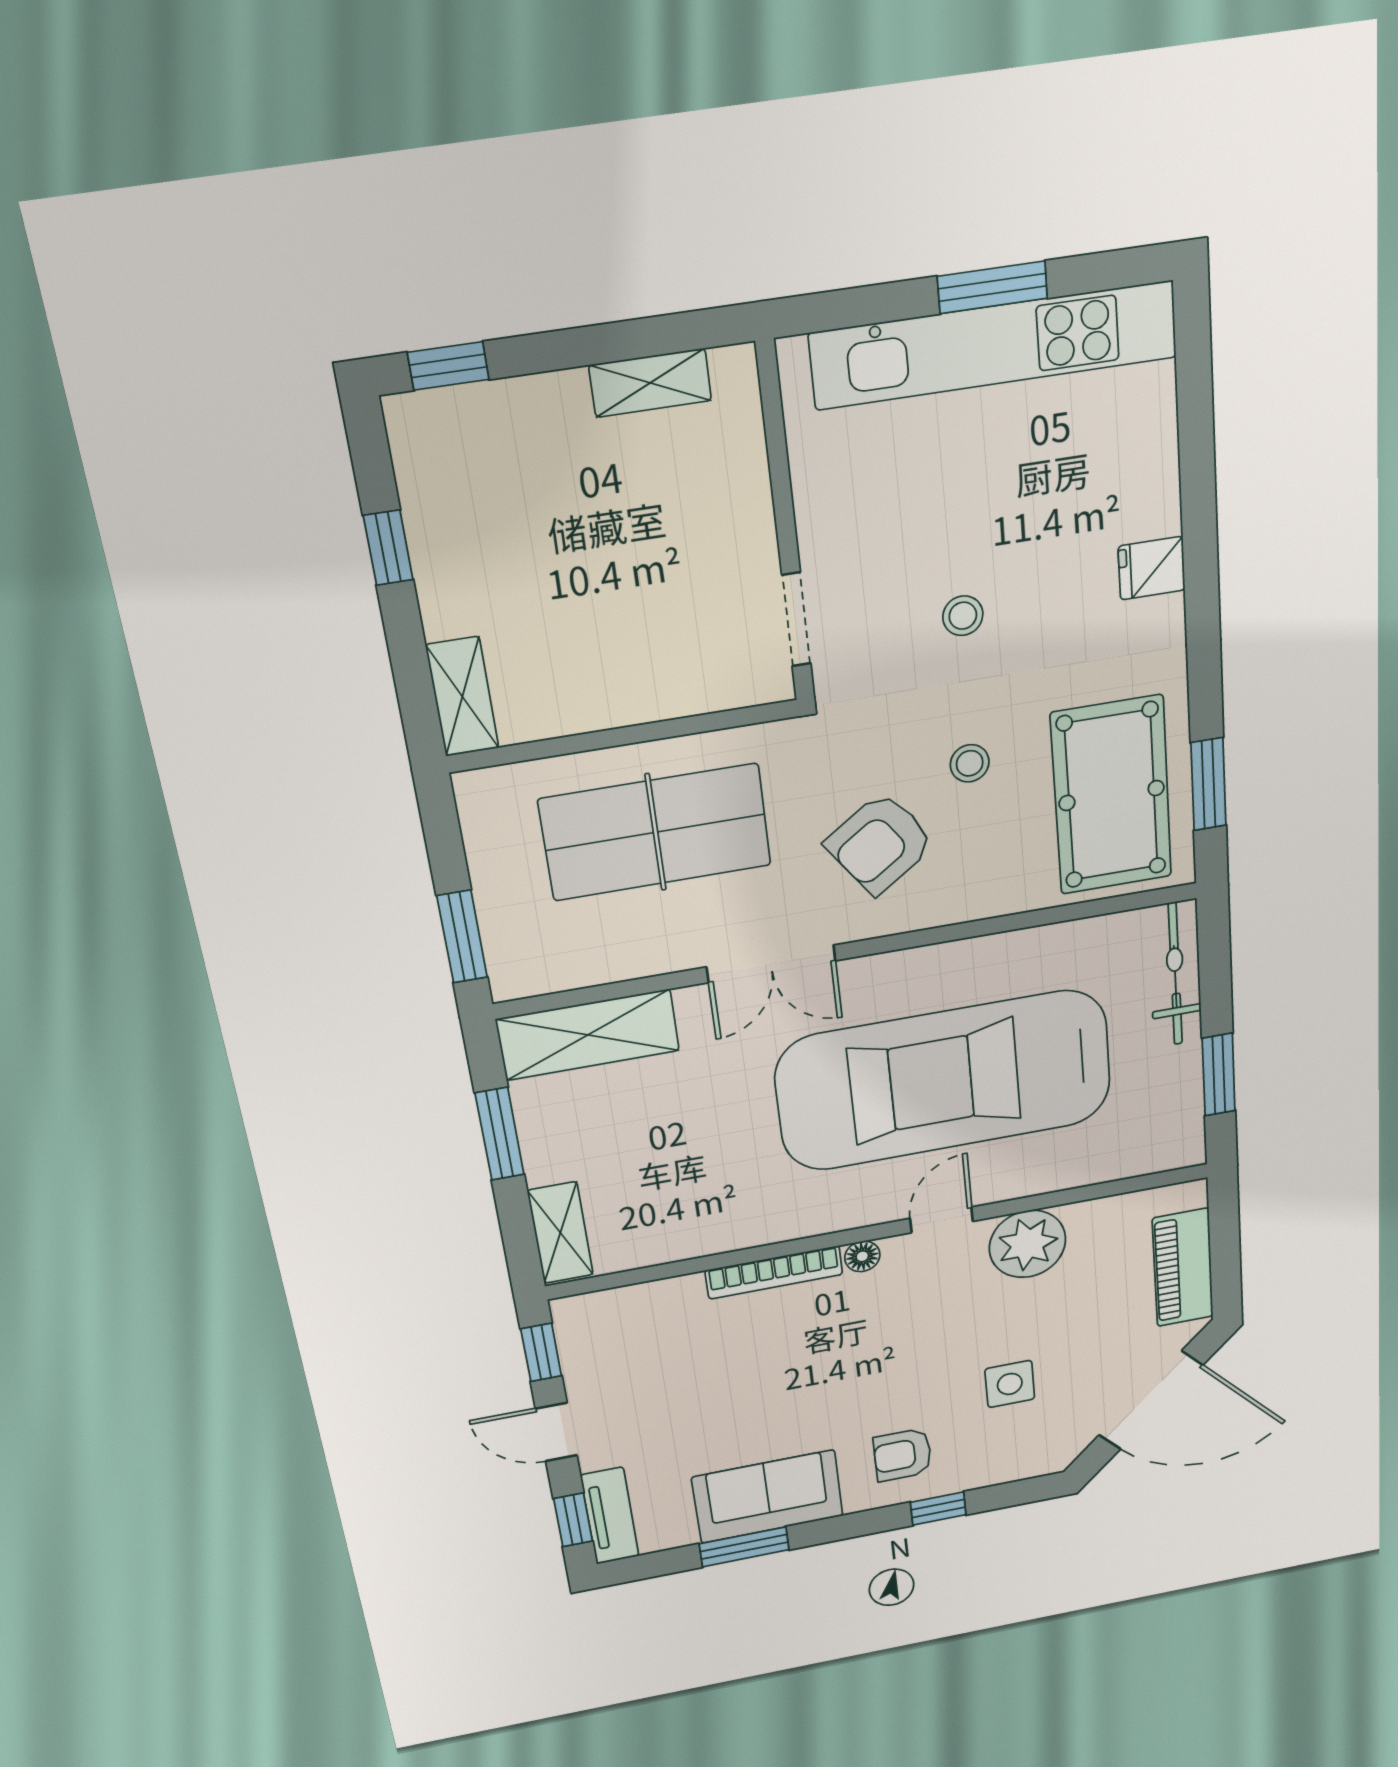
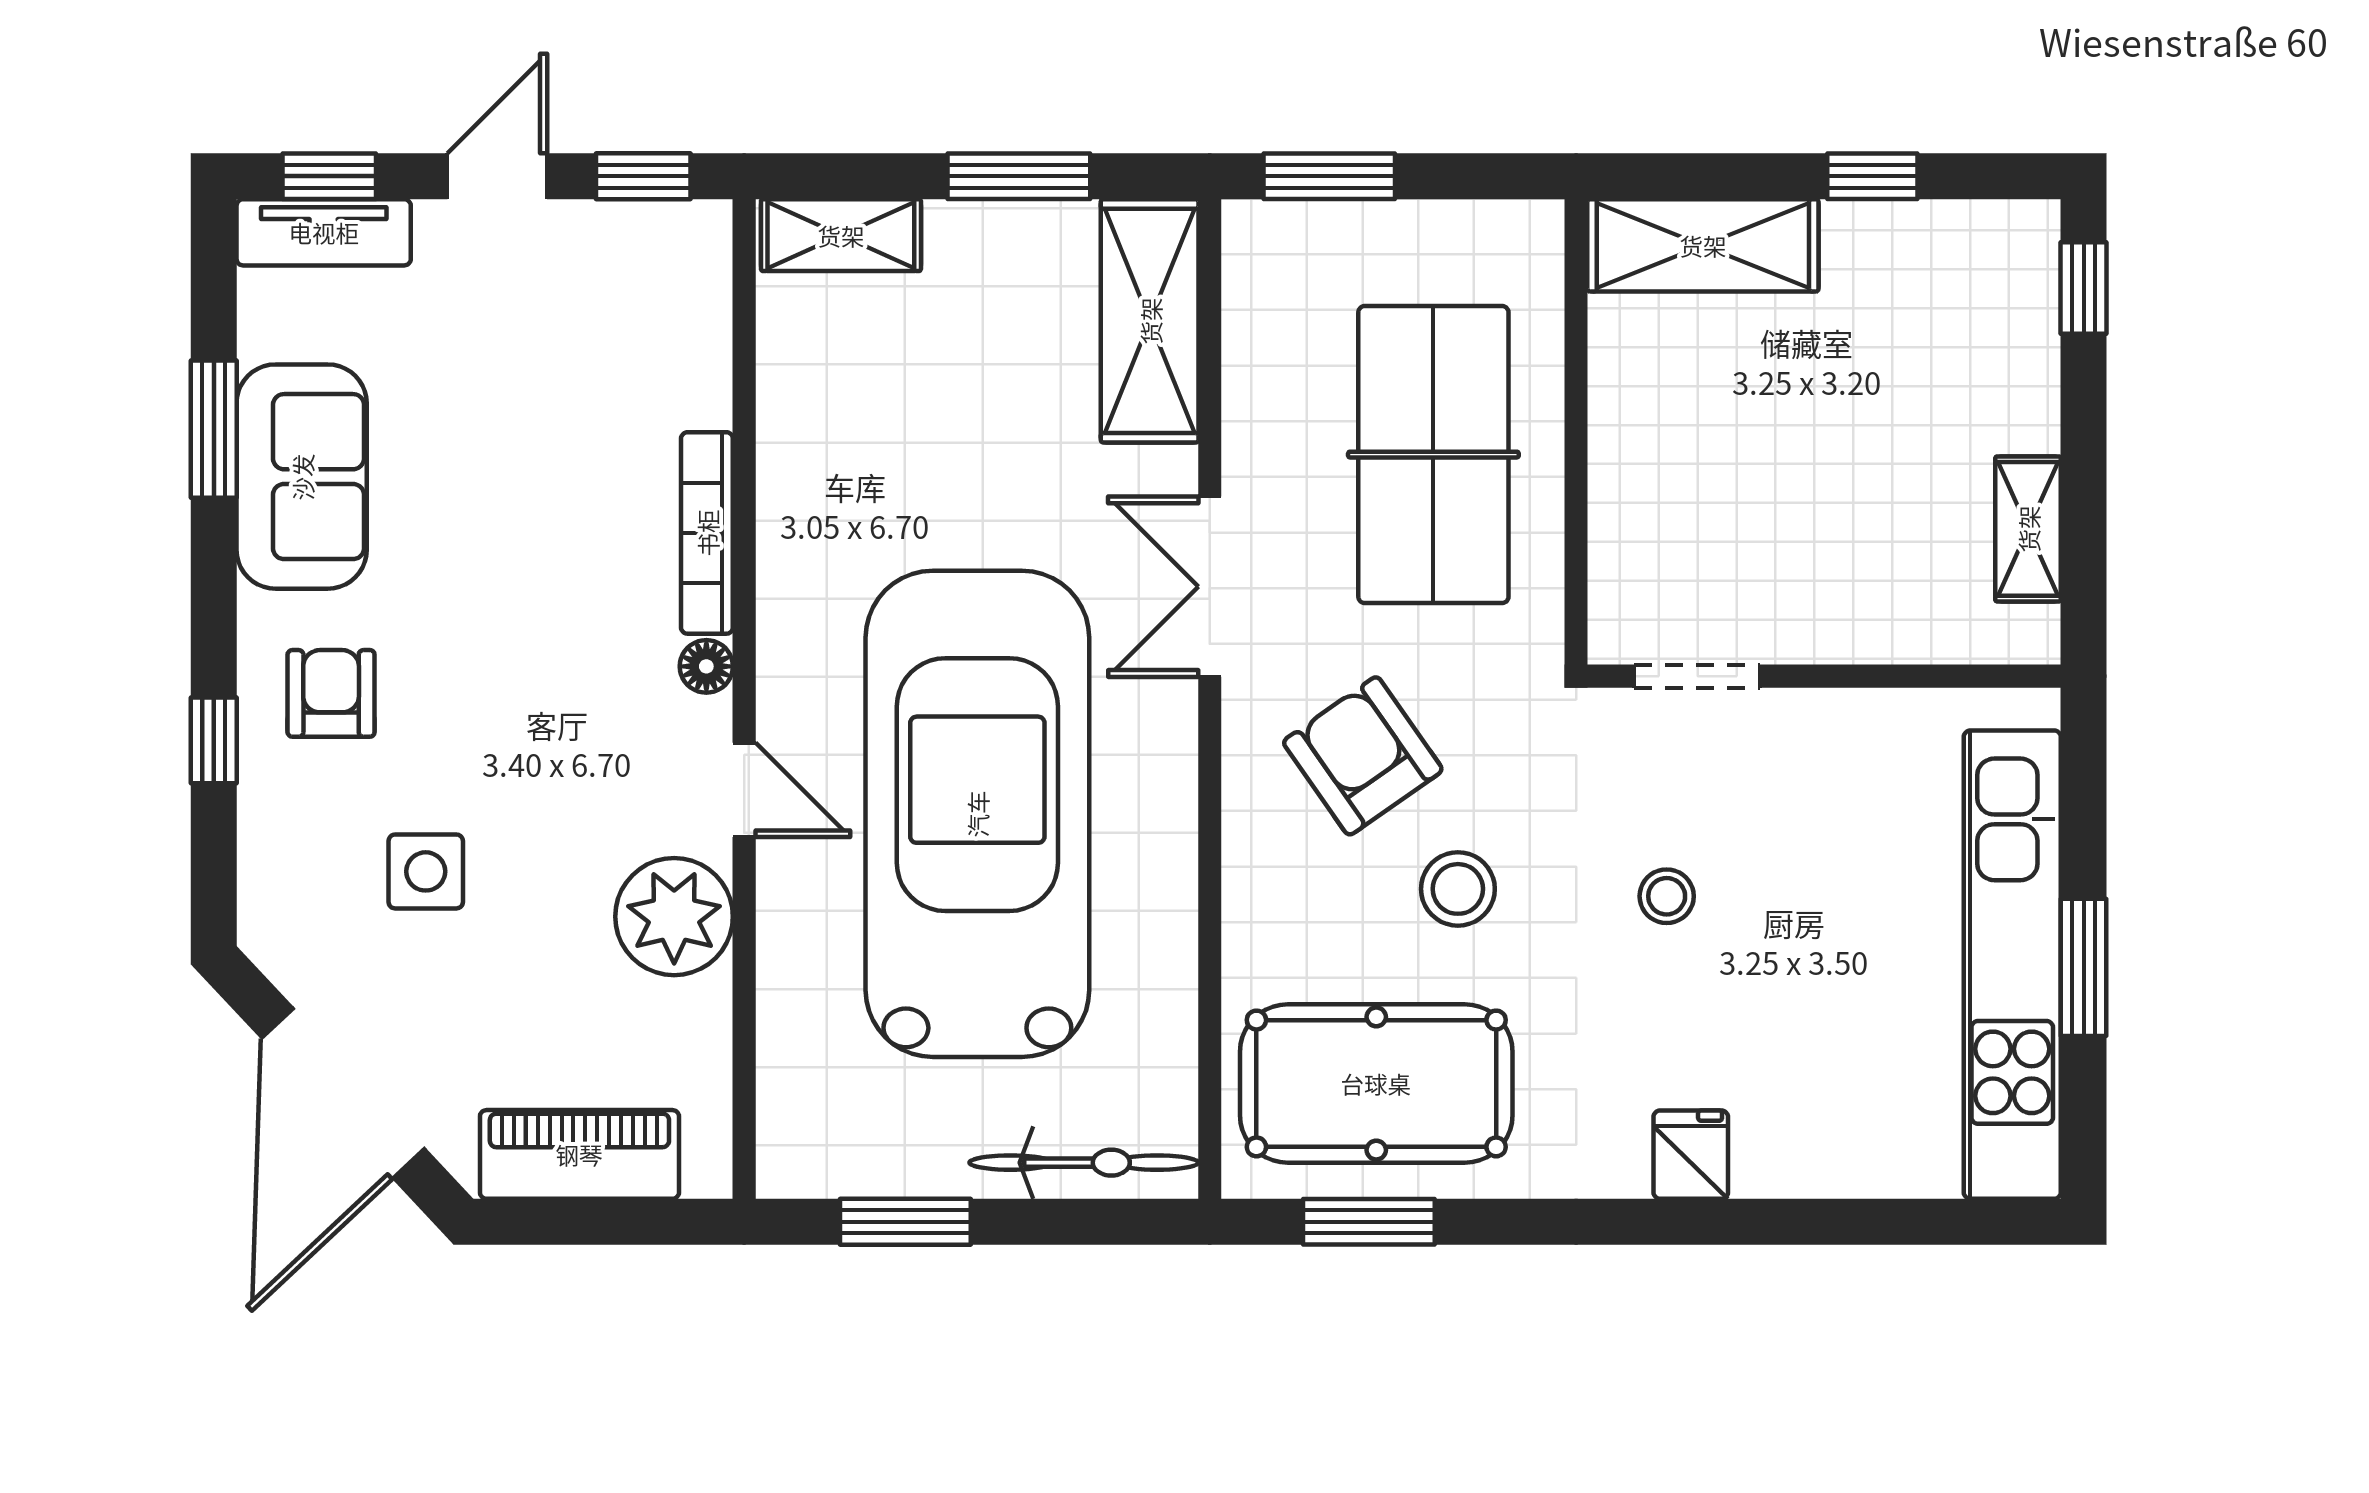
shelving: (462, 697) -> (1703, 245), width x1.50, depth x1.33
stool: (970, 763) -> (1458, 889), width x1.37, depth x1.37

